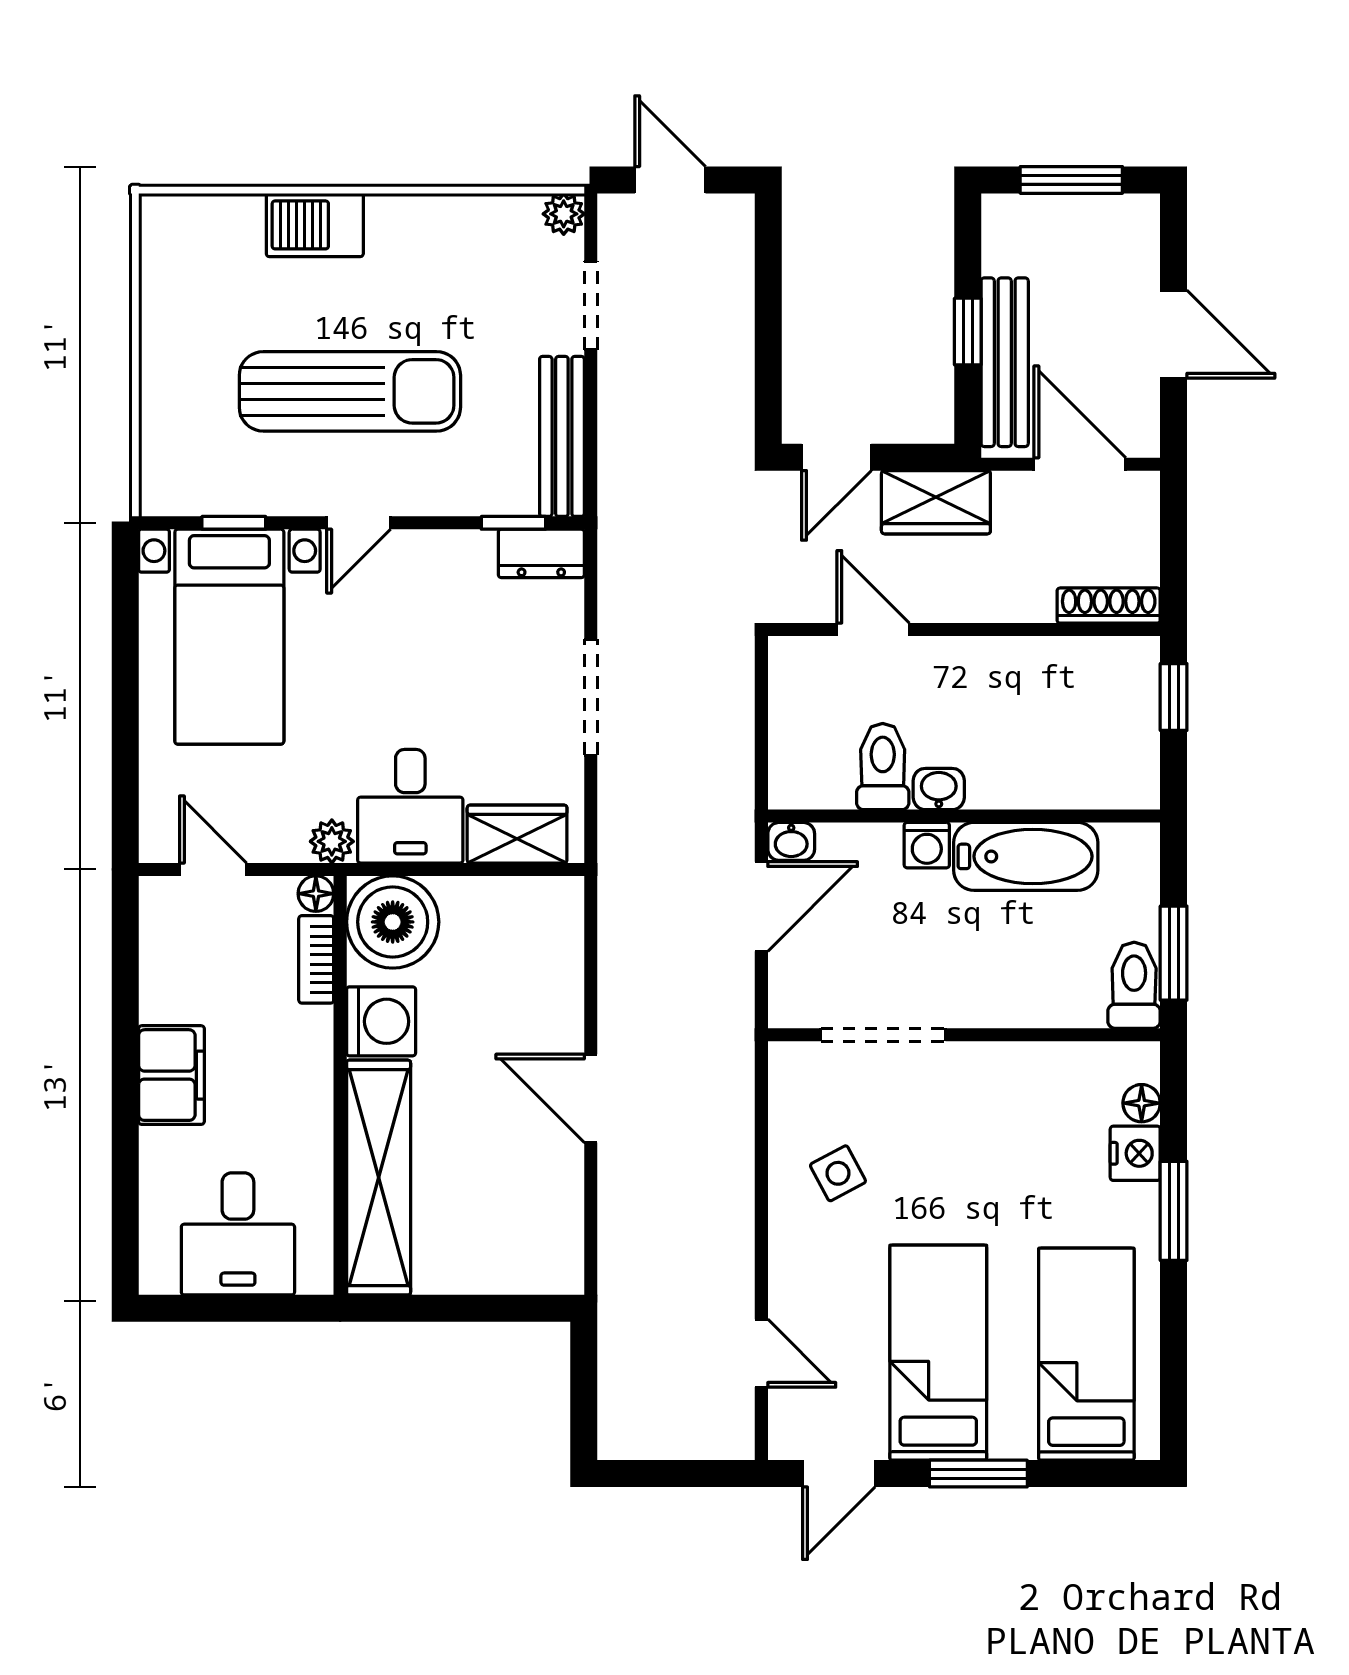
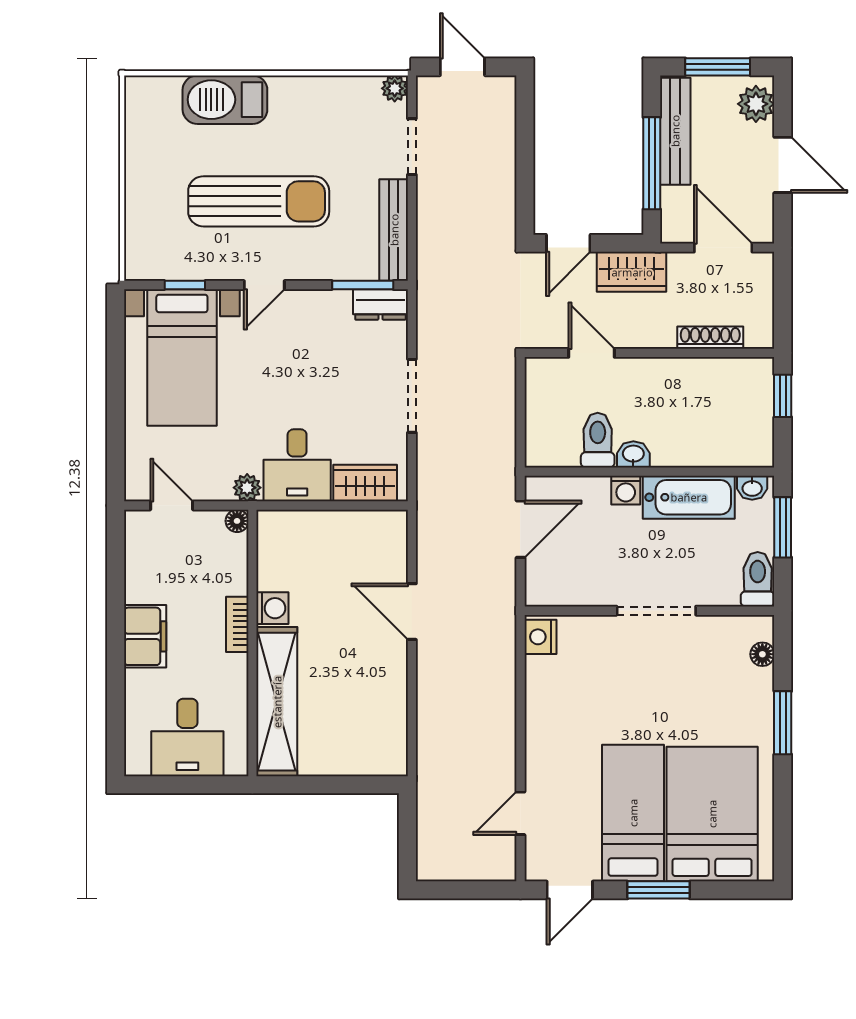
barbecue: (315, 225) -> (225, 100), width x1.37, depth x1.21
plant: (1131, 238) -> (756, 104), added
window: (968, 332) -> (652, 163), width x2.17
bench: (1005, 362) -> (675, 131), moved
window: (513, 523) -> (363, 285), width x1.50
shoe rack: (1109, 606) -> (710, 338), moved
washbasin: (791, 841) -> (752, 488), moved
boiler: (393, 922) -> (286, 539), removed
window: (1174, 953) -> (783, 527), moved
bookcase: (316, 959) -> (237, 624), moved
washing machine: (381, 1021) -> (272, 608), width x0.73, depth x0.73
doorway: (883, 1035) -> (656, 611), moved
door: (591, 1098) -> (412, 612), moved
nightstand: (1135, 1153) -> (540, 637), moved, turned 180
side table: (838, 1173) -> (569, 699), removed
door: (761, 1353) -> (520, 813), swing flipped
bed: (1086, 1354) -> (712, 814), width x1.50

